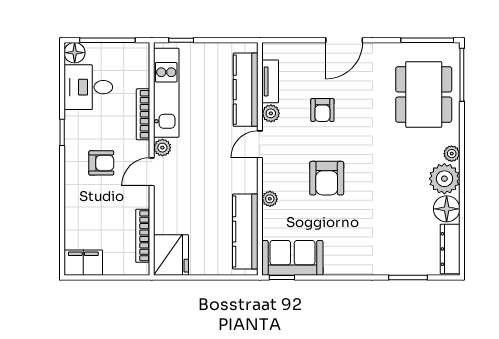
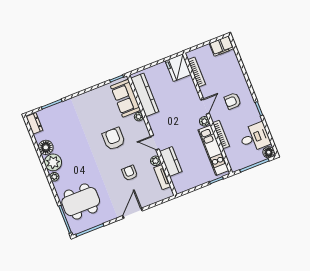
kitchen counter: (246, 90) -> (171, 162), width x0.67
dining table: (424, 94) -> (81, 202), turned 90
door: (260, 144) -> (155, 143), swing flipped
dresser: (450, 249) -> (34, 123), width x0.70
sofa: (292, 258) -> (126, 98), moved, turned 90

